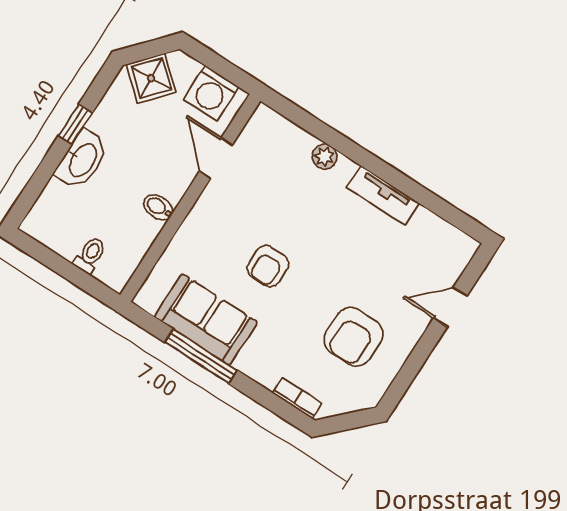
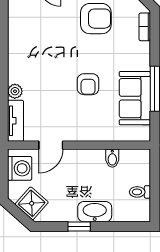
tv unit: (383, 195) -> (16, 121), moved
bidet: (158, 207) -> (112, 158), moved
toilet: (90, 255) -> (140, 192), moved
armchair: (268, 266) -> (88, 84), turned 90

